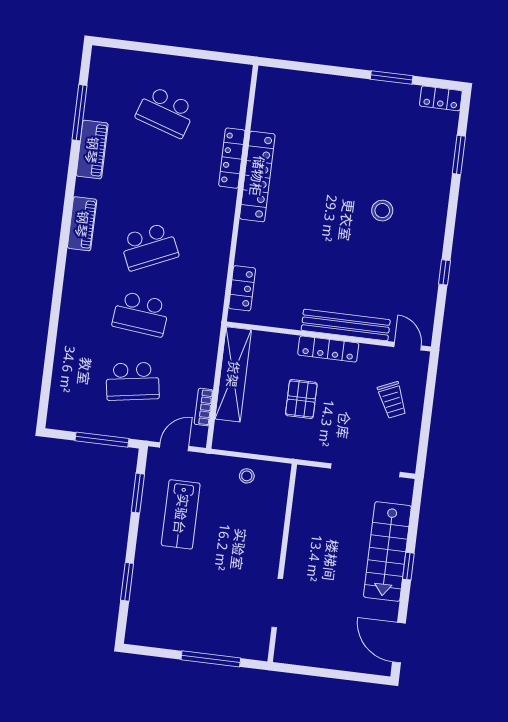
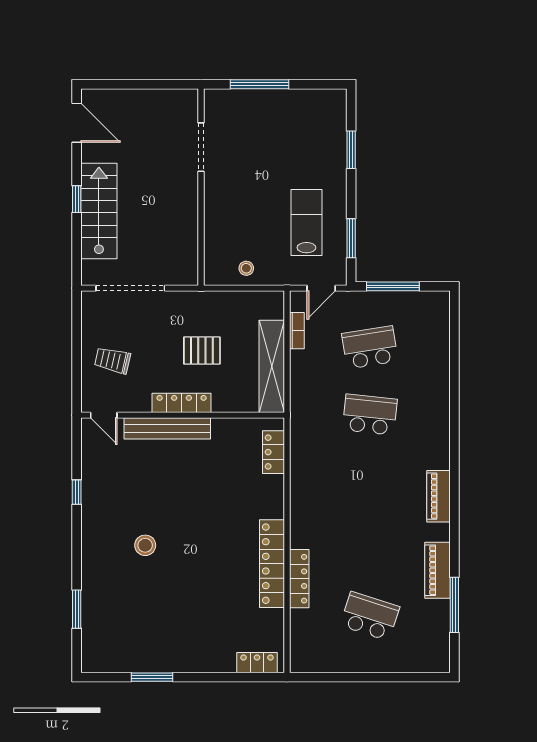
locker: (441, 98) -> (257, 663), moved
school desk: (149, 247) -> (370, 482), removed
pallet: (301, 399) -> (202, 350), turned 90
trolley: (392, 400) -> (113, 360), turned -53

